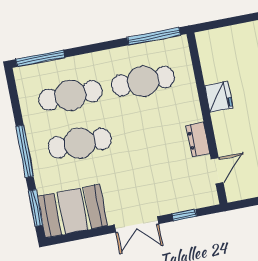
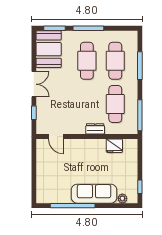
window: (40, 58) -> (140, 66), moved
fridge: (219, 97) -> (114, 146), moved
dresser: (198, 139) -> (95, 129), moved
double door: (136, 224) -> (34, 84), swing flipped

